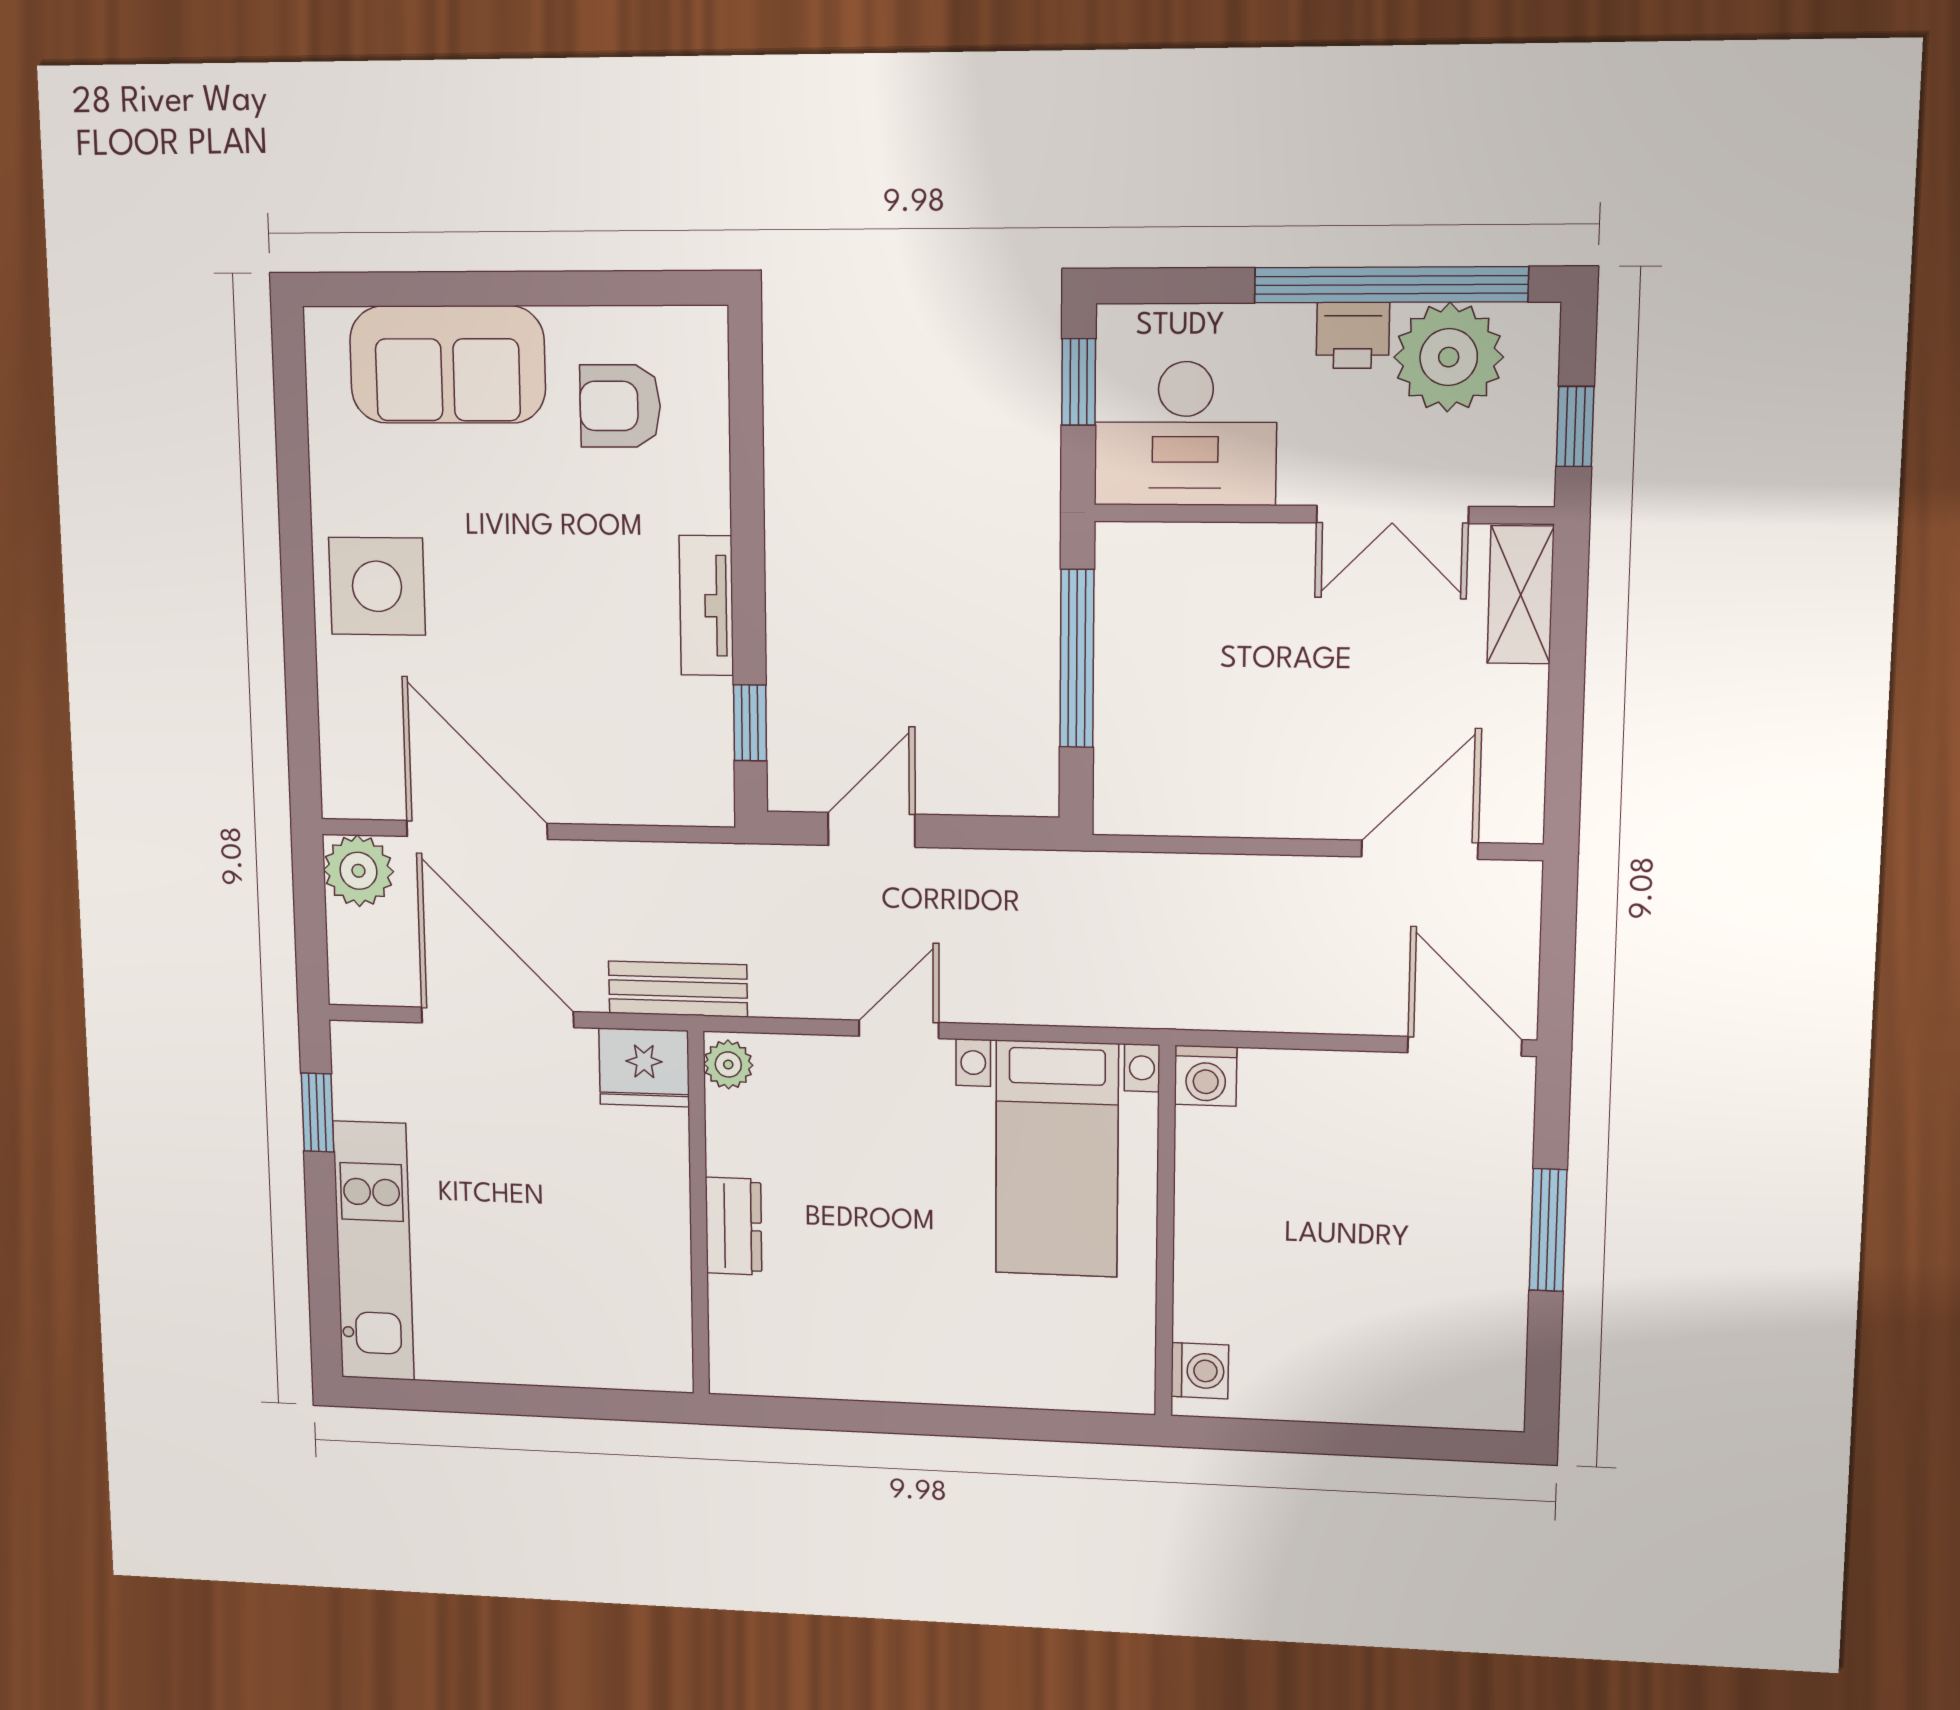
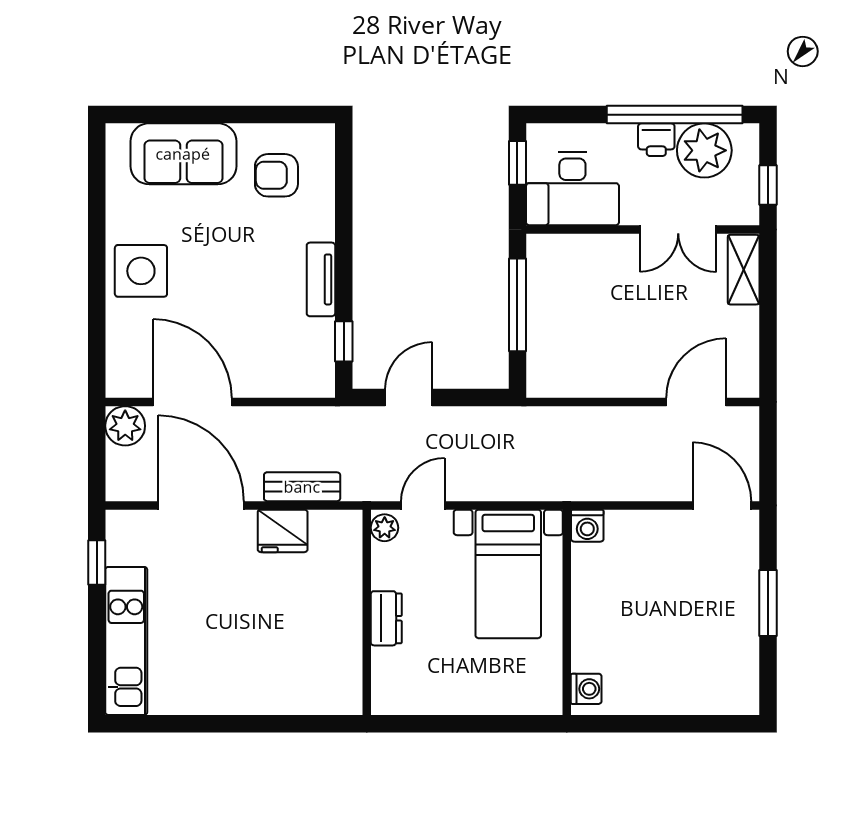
plant: (728, 1064) -> (385, 528), moved
wall: (699, 1214) -> (367, 612), moved
dresser: (734, 1226) -> (386, 618), moved

